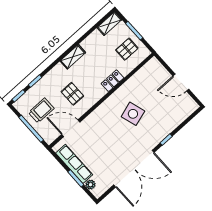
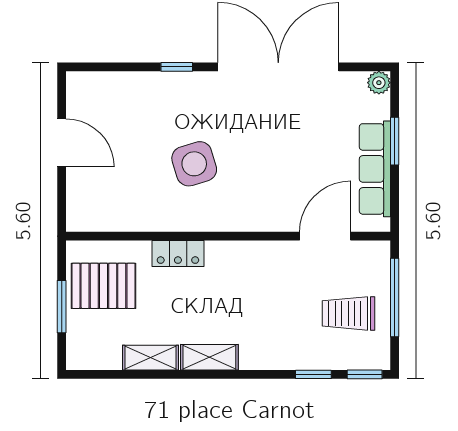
shelving: (109, 24) -> (150, 358), moved
pallet: (127, 49) -> (103, 286), width x1.50, depth x1.42
pallet: (72, 94) -> (268, 294), removed
door: (71, 128) -> (325, 236), swing flipped
plant: (91, 185) -> (379, 83), moved

